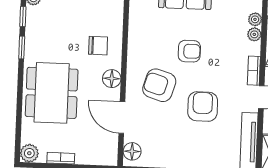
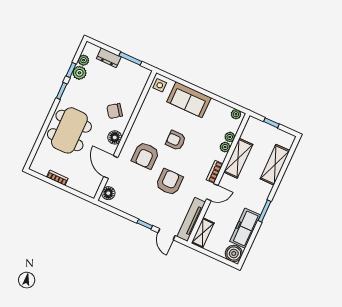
chair: (98, 46) -> (115, 111), turned 144
armchair: (189, 51) -> (176, 140), turned 180
armchair: (159, 85) -> (145, 155), turned -107
plant: (29, 153) -> (79, 73), moved

